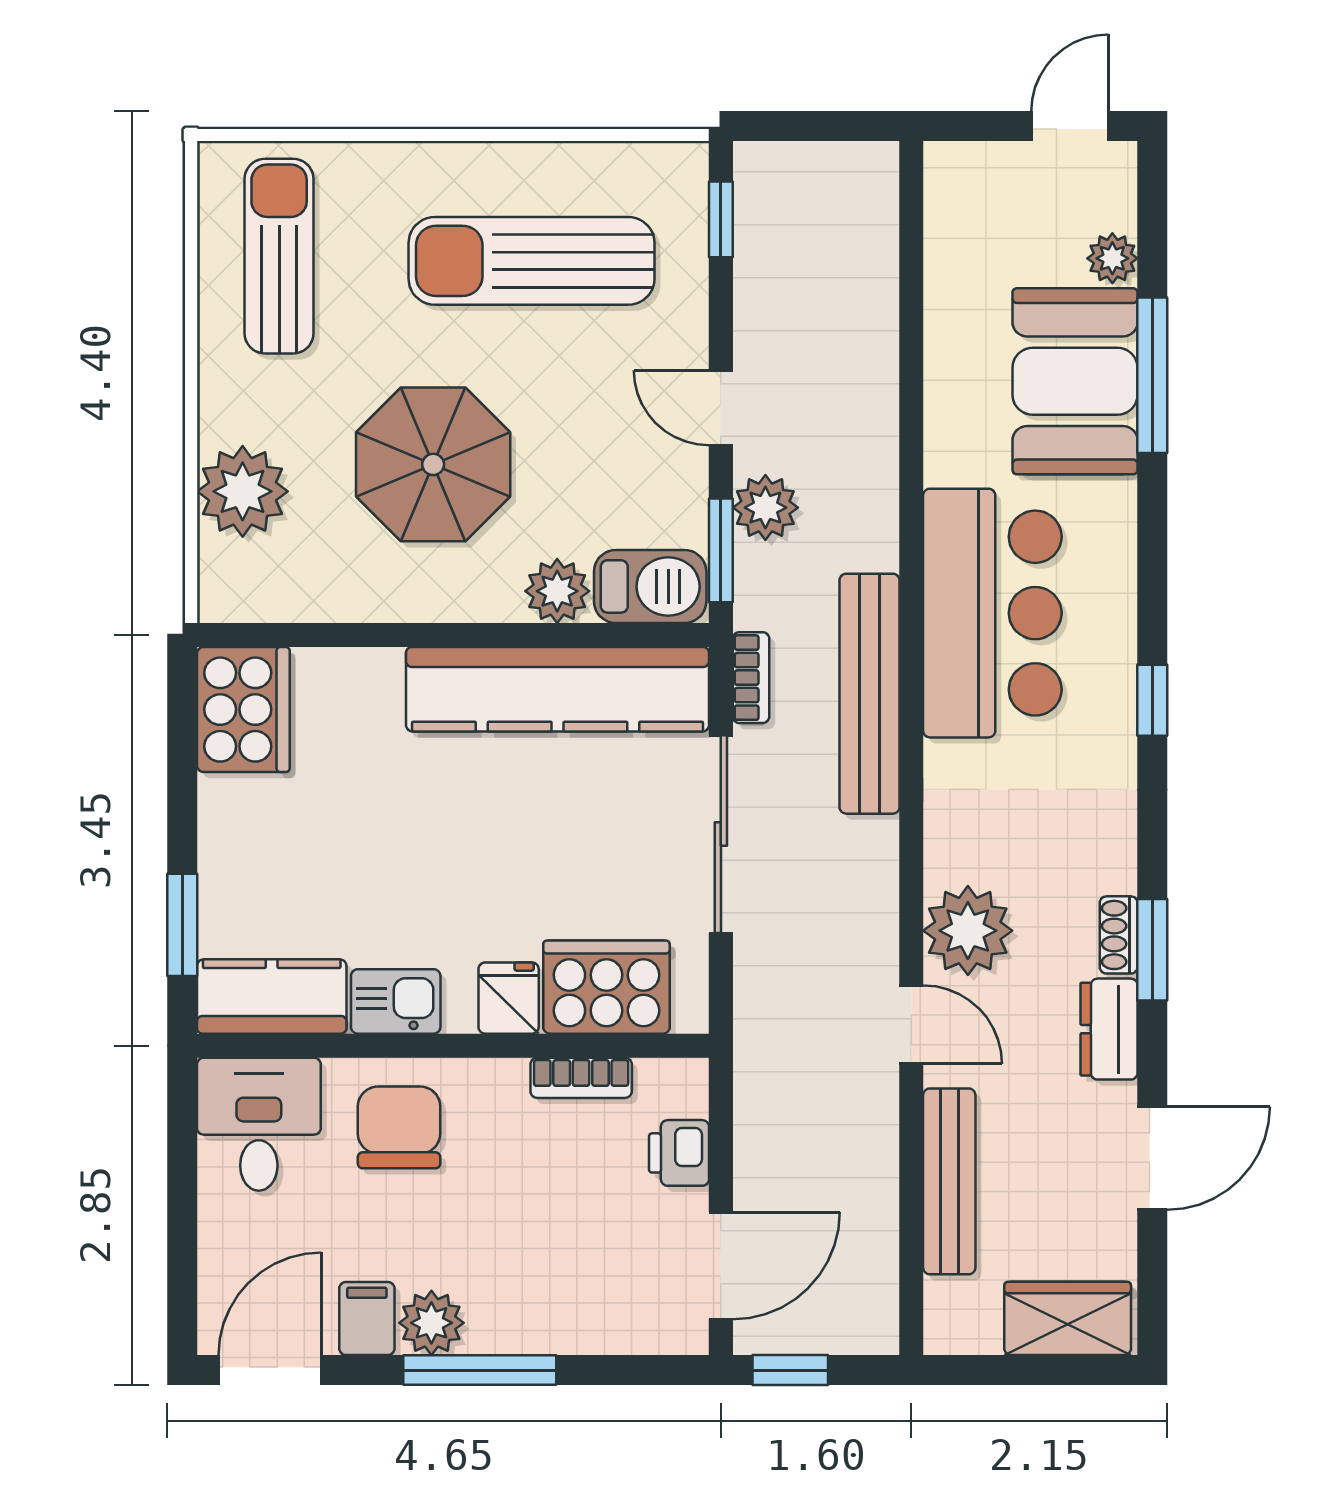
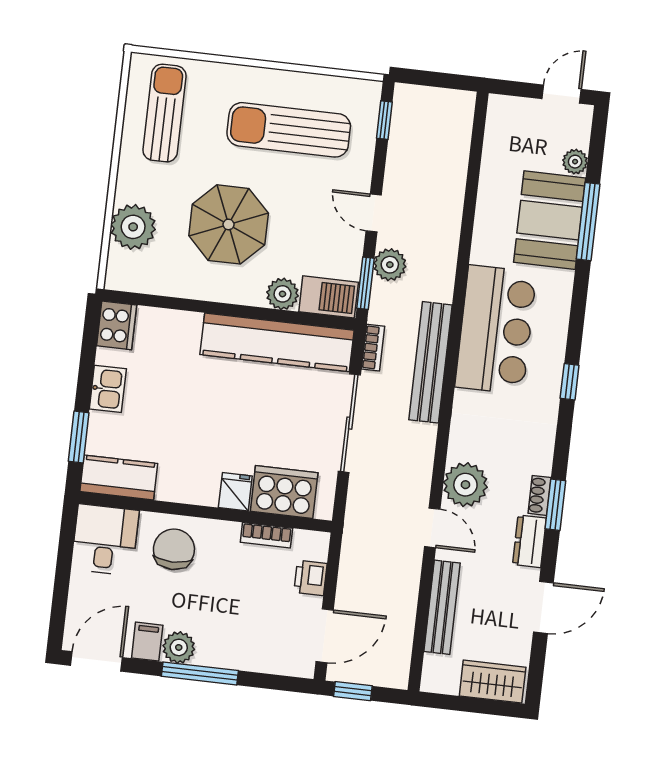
cooker: (243, 710) -> (117, 325), width x0.73, depth x0.76
kitchen sink: (396, 1001) -> (108, 389), moved, turned 90

